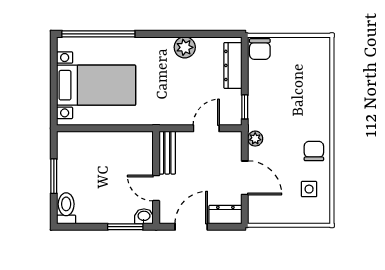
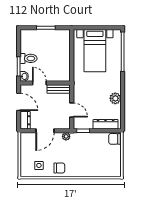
door: (156, 188) -> (39, 83), hinge flipped
toilet: (66, 208) -> (29, 58), moved

